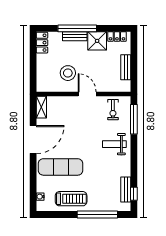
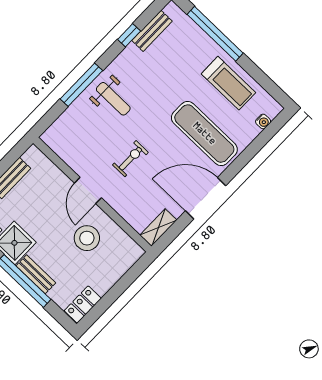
exercise bike: (113, 110) -> (130, 159), moved
window: (134, 119) -> (81, 85), moved
window: (134, 194) -> (129, 35), moved
treadmill: (71, 199) -> (228, 83), turned 180

